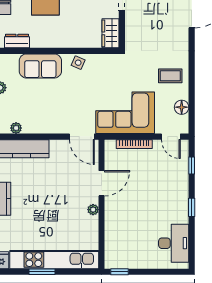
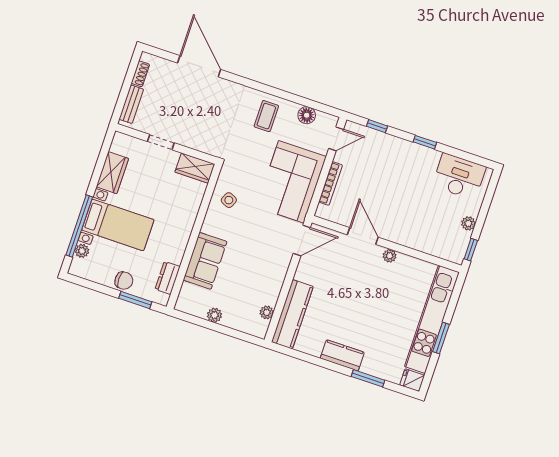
side table: (78, 63) -> (229, 200), moved
plant: (139, 263) -> (468, 223), added

